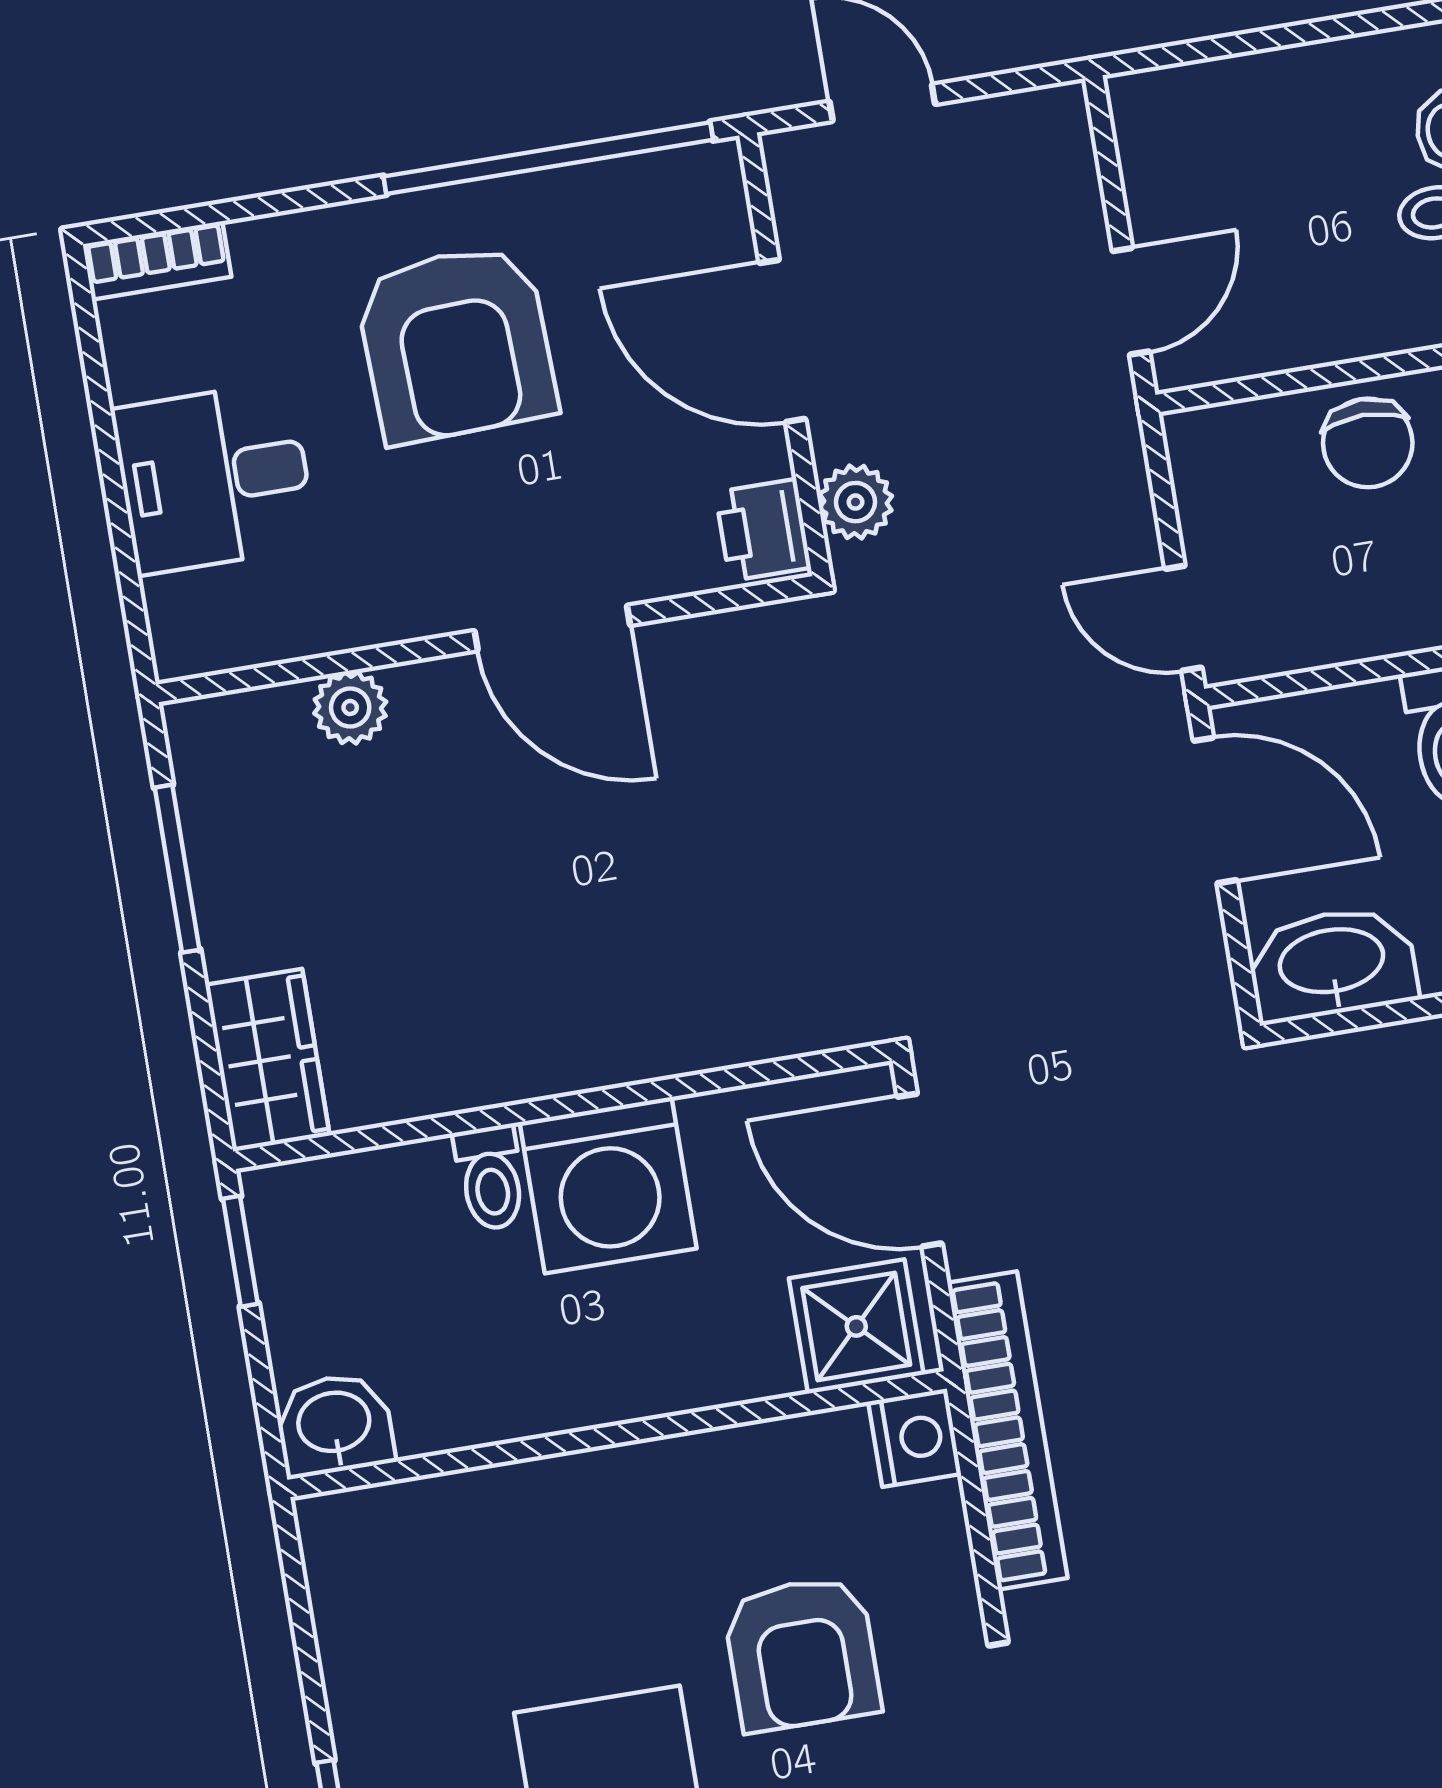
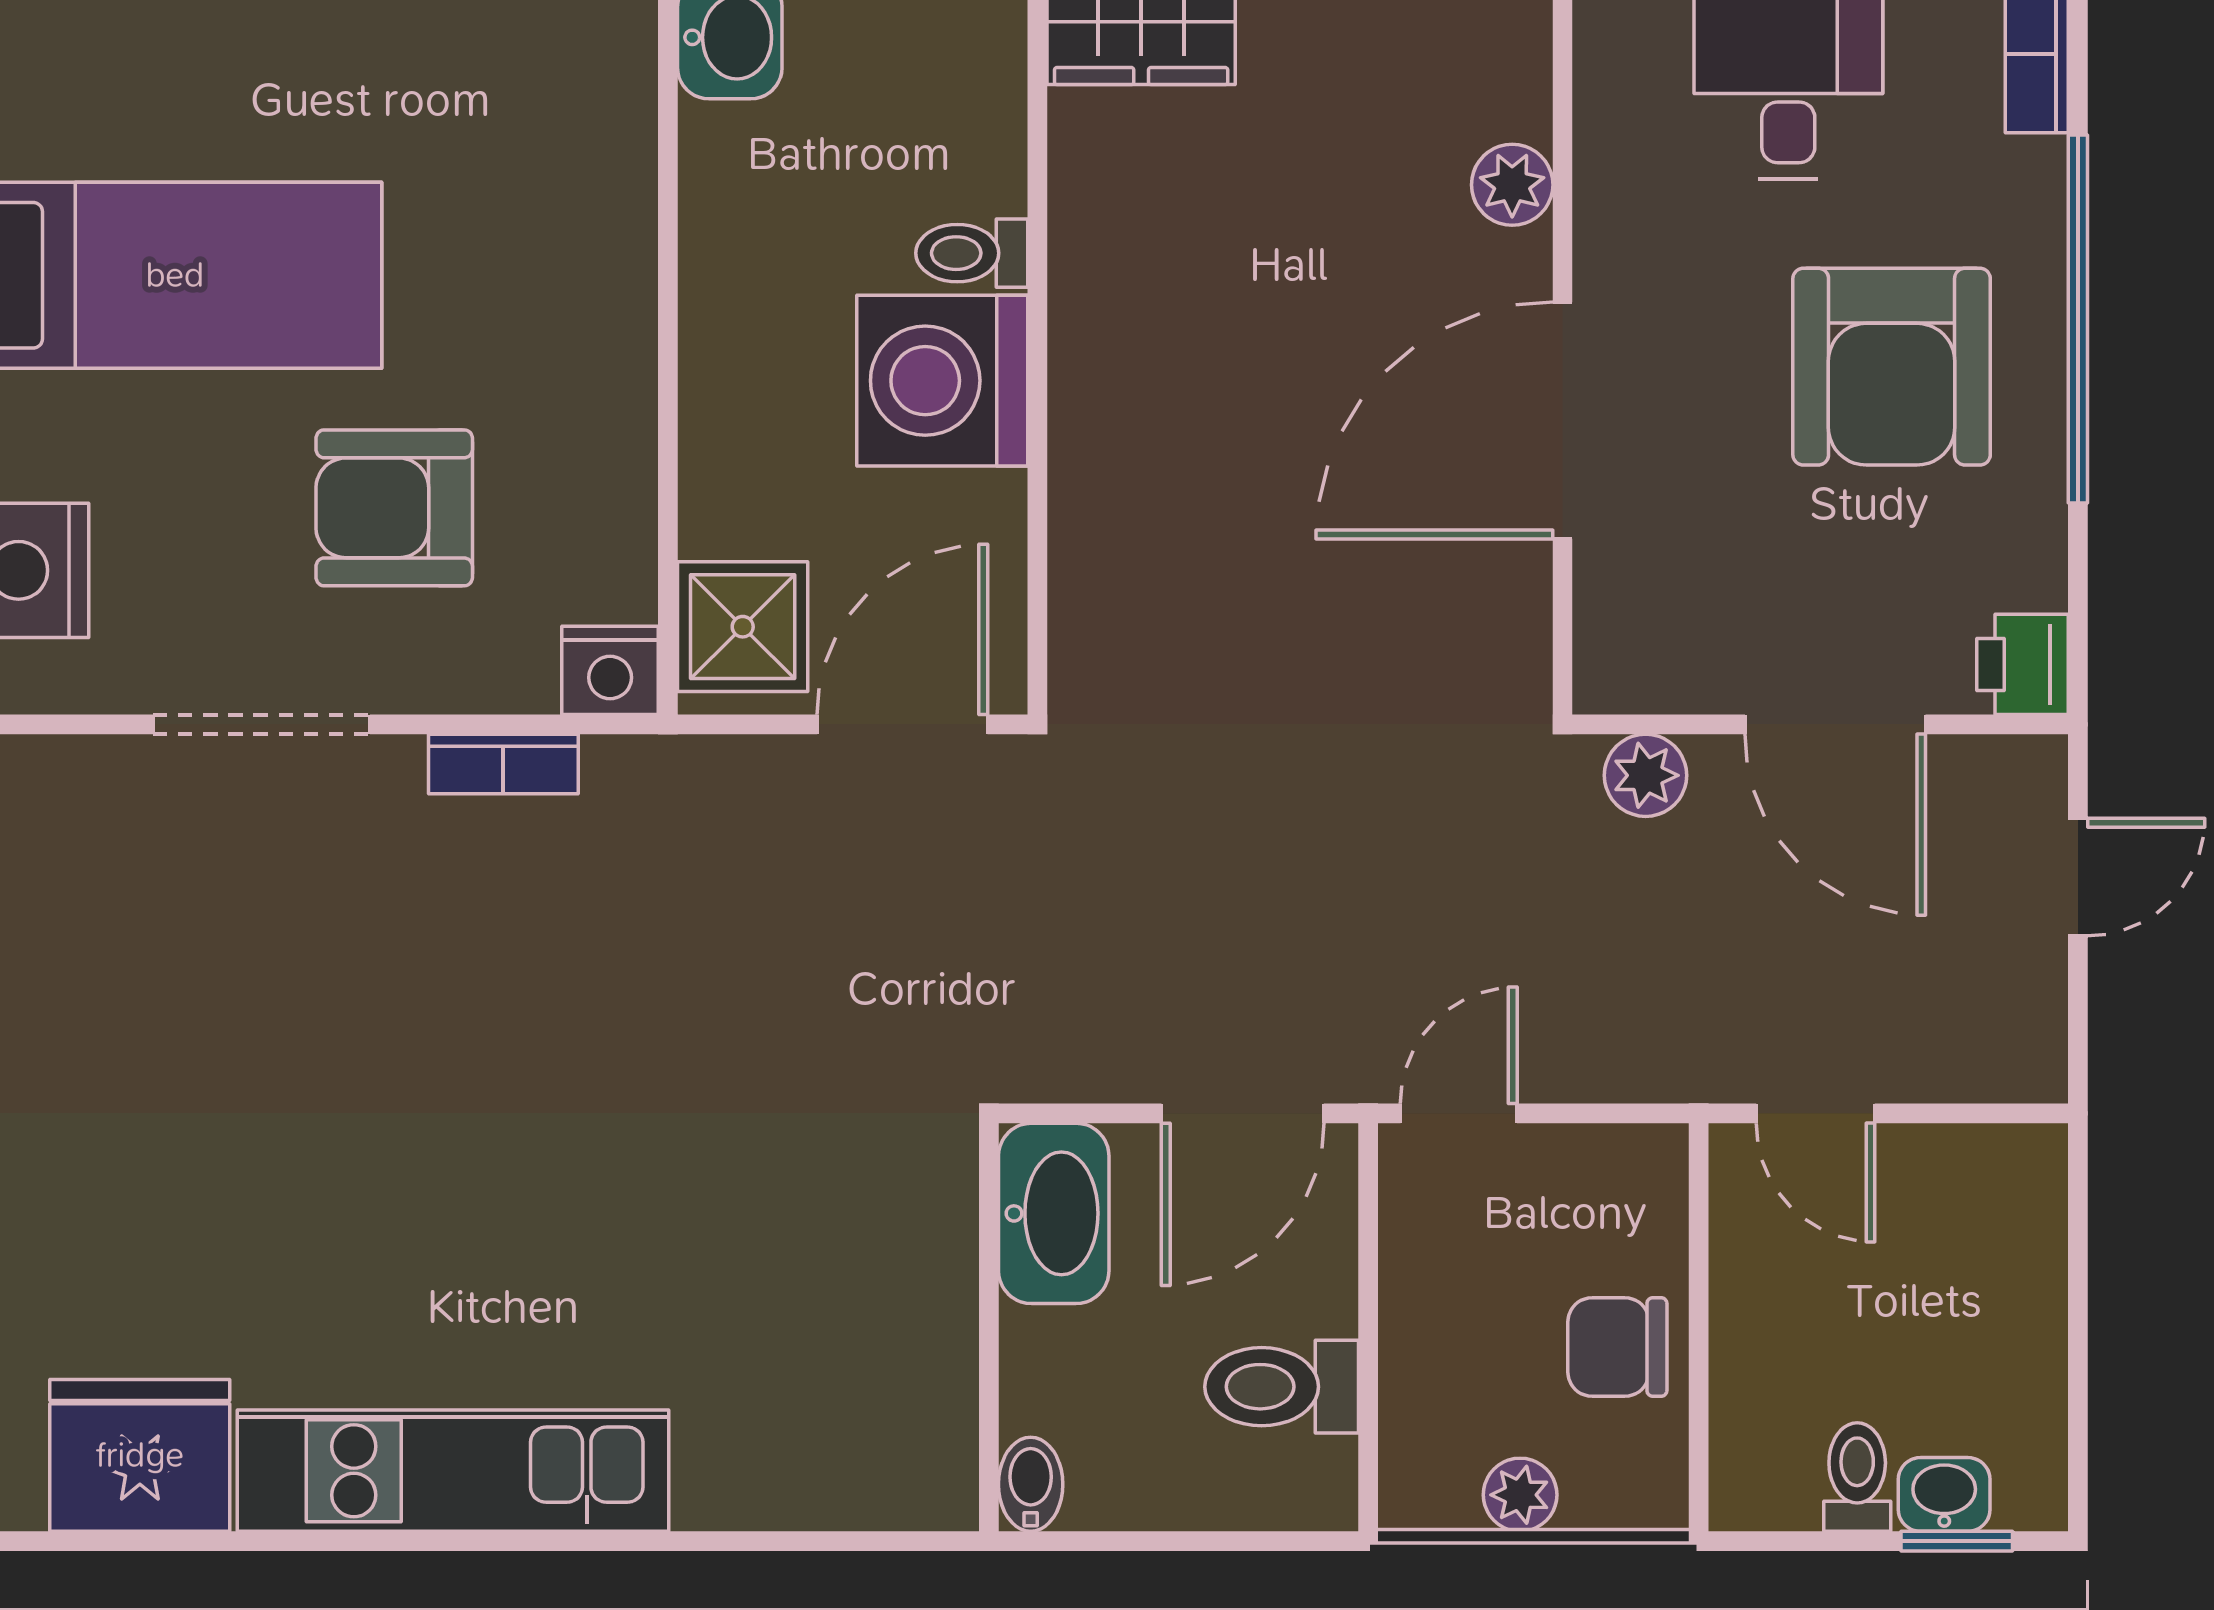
window: (548, 158) -> (2078, 319), moved
door: (782, 341) -> (1835, 724), swing flipped
armchair: (456, 344) -> (1892, 367), turned -88
printer: (763, 530) -> (2022, 664), moved, turned -90
door: (552, 628) -> (1562, 420), width x1.36
bookcase: (1007, 1430) -> (503, 764), width x0.43, depth x0.76

